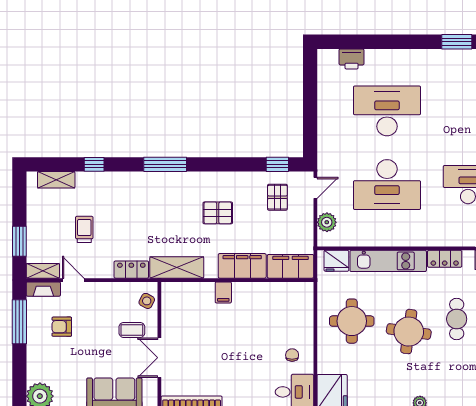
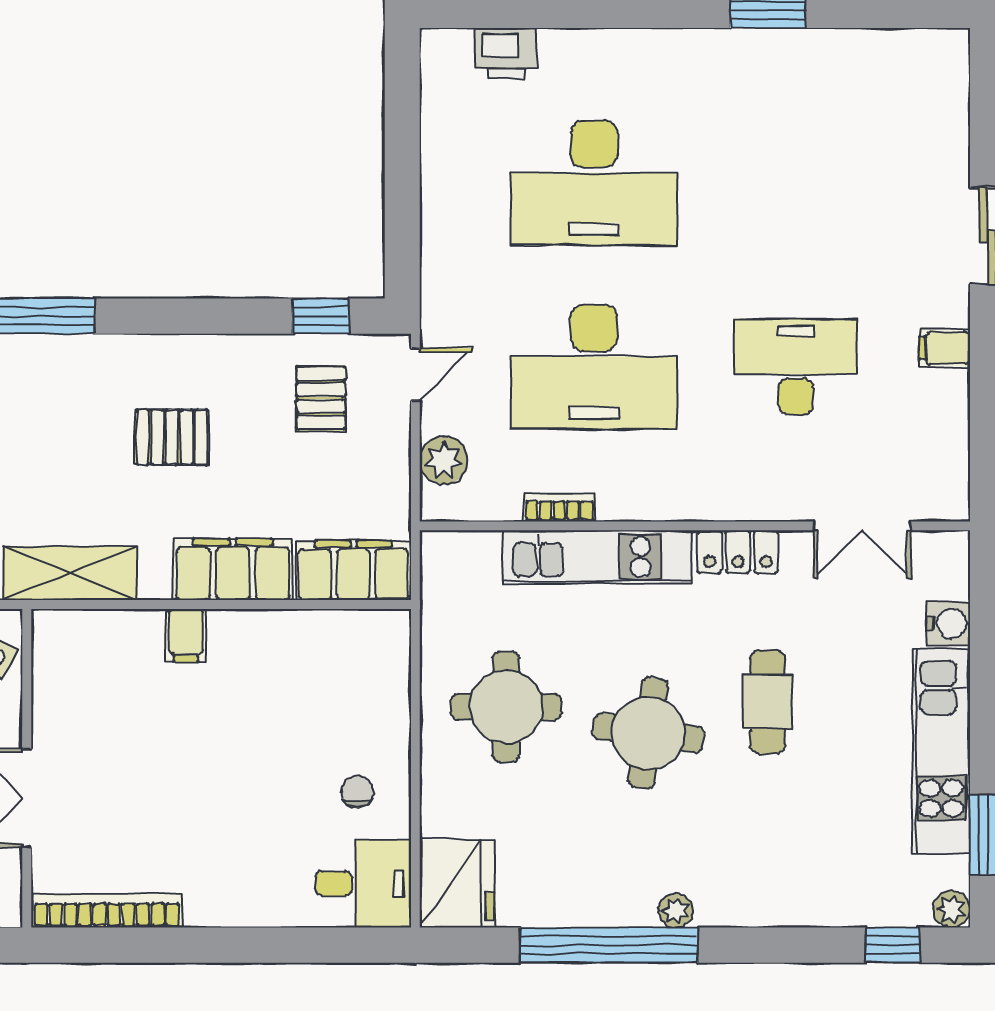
desk: (387, 111) -> (594, 183), turned 180
bookcase: (373, 241) -> (559, 507), added
fridge: (336, 261) -> (468, 557), removed

